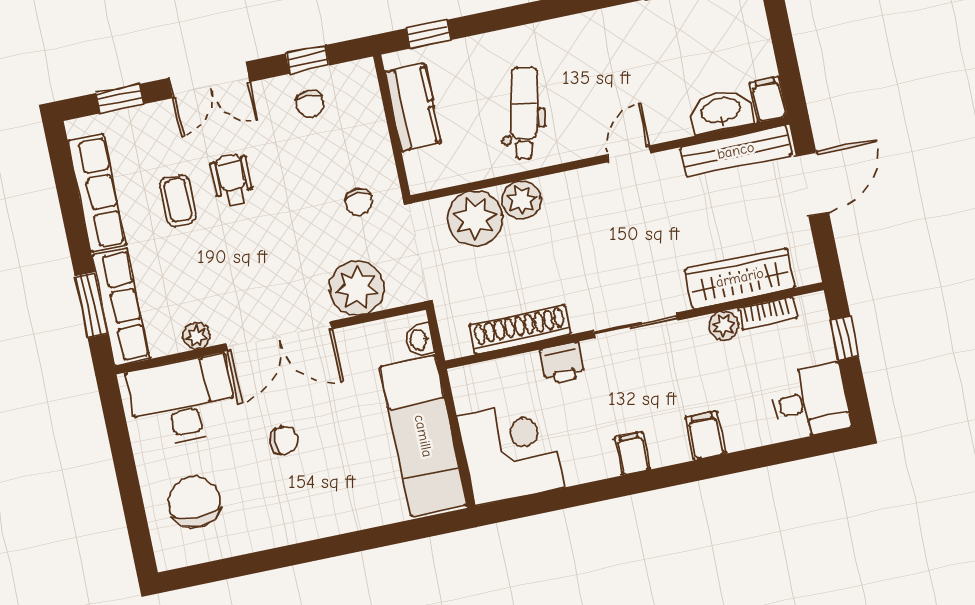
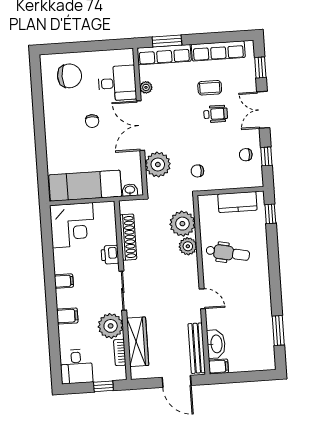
plant: (724, 326) -> (111, 326), width x1.87, depth x1.87
desk: (182, 401) -> (117, 83), width x0.73

